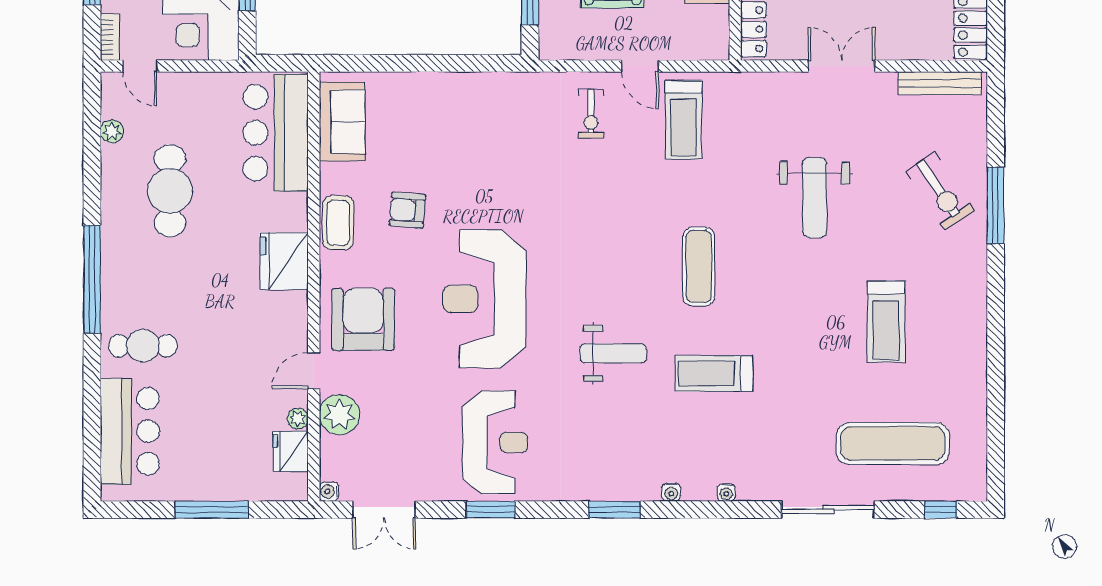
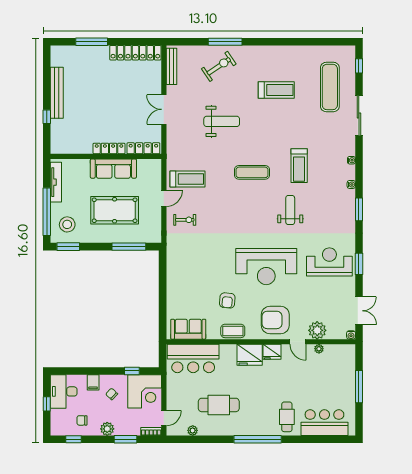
fridge: (291, 451) -> (272, 352), moved

